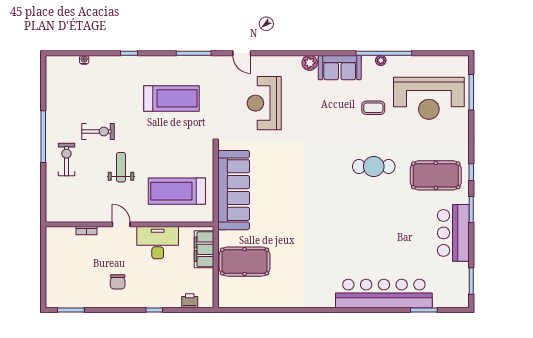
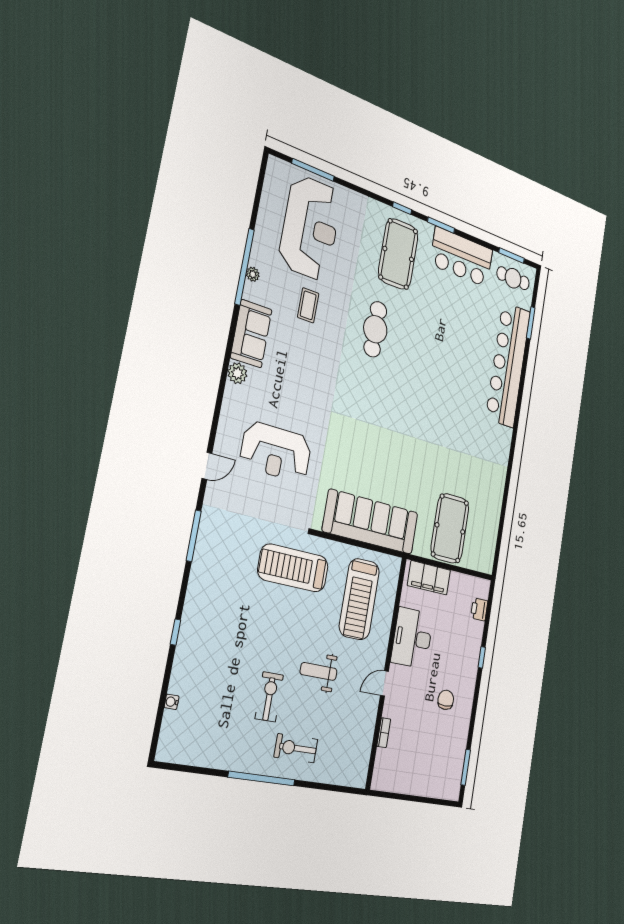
treadmill: (171, 98) -> (293, 568), moved, turned -90
chair: (118, 282) -> (446, 700), turned -90
cafe table: (454, 286) -> (513, 278), added

